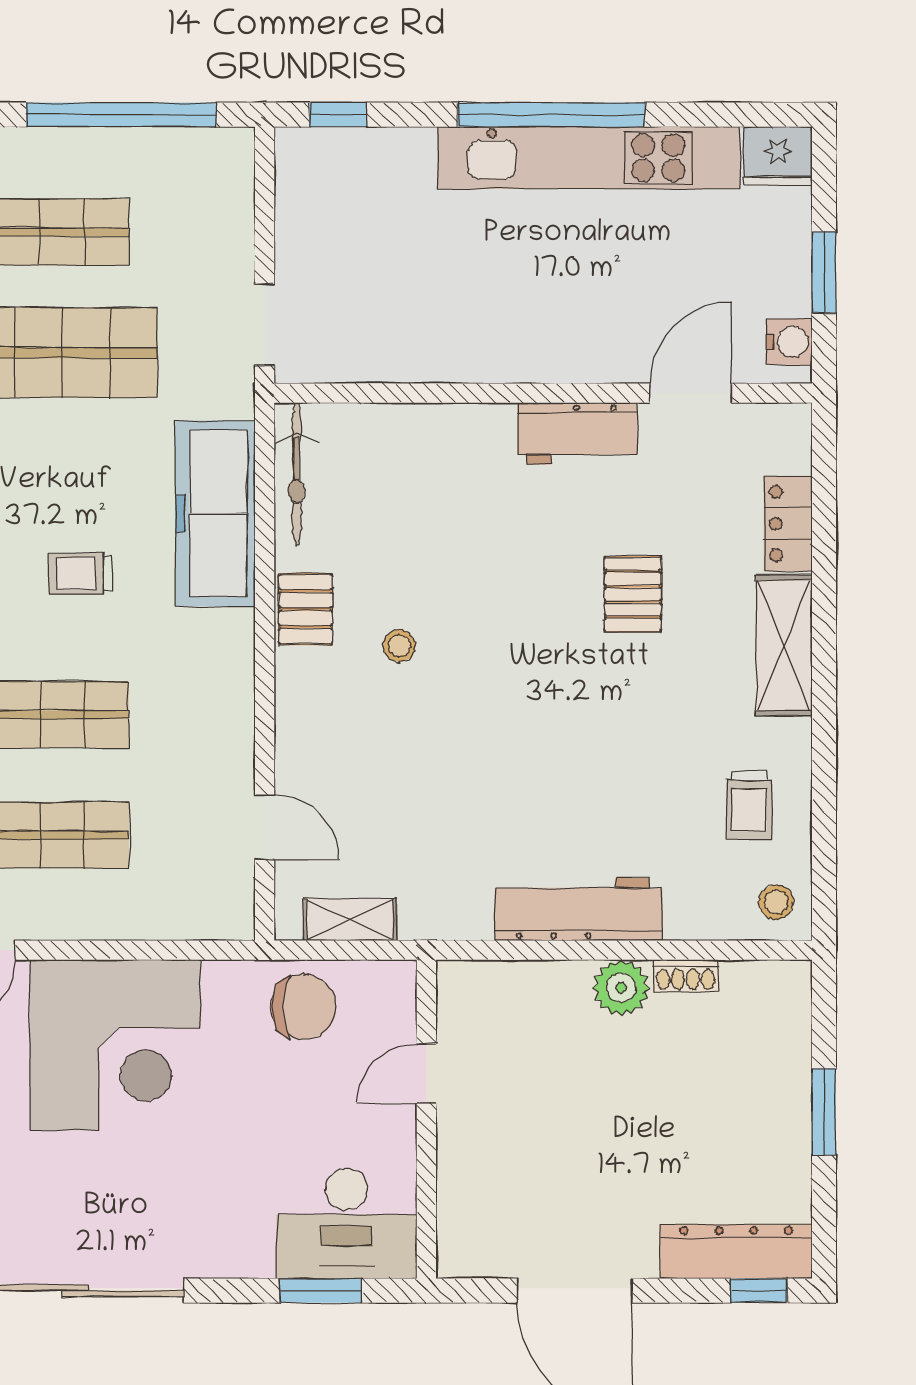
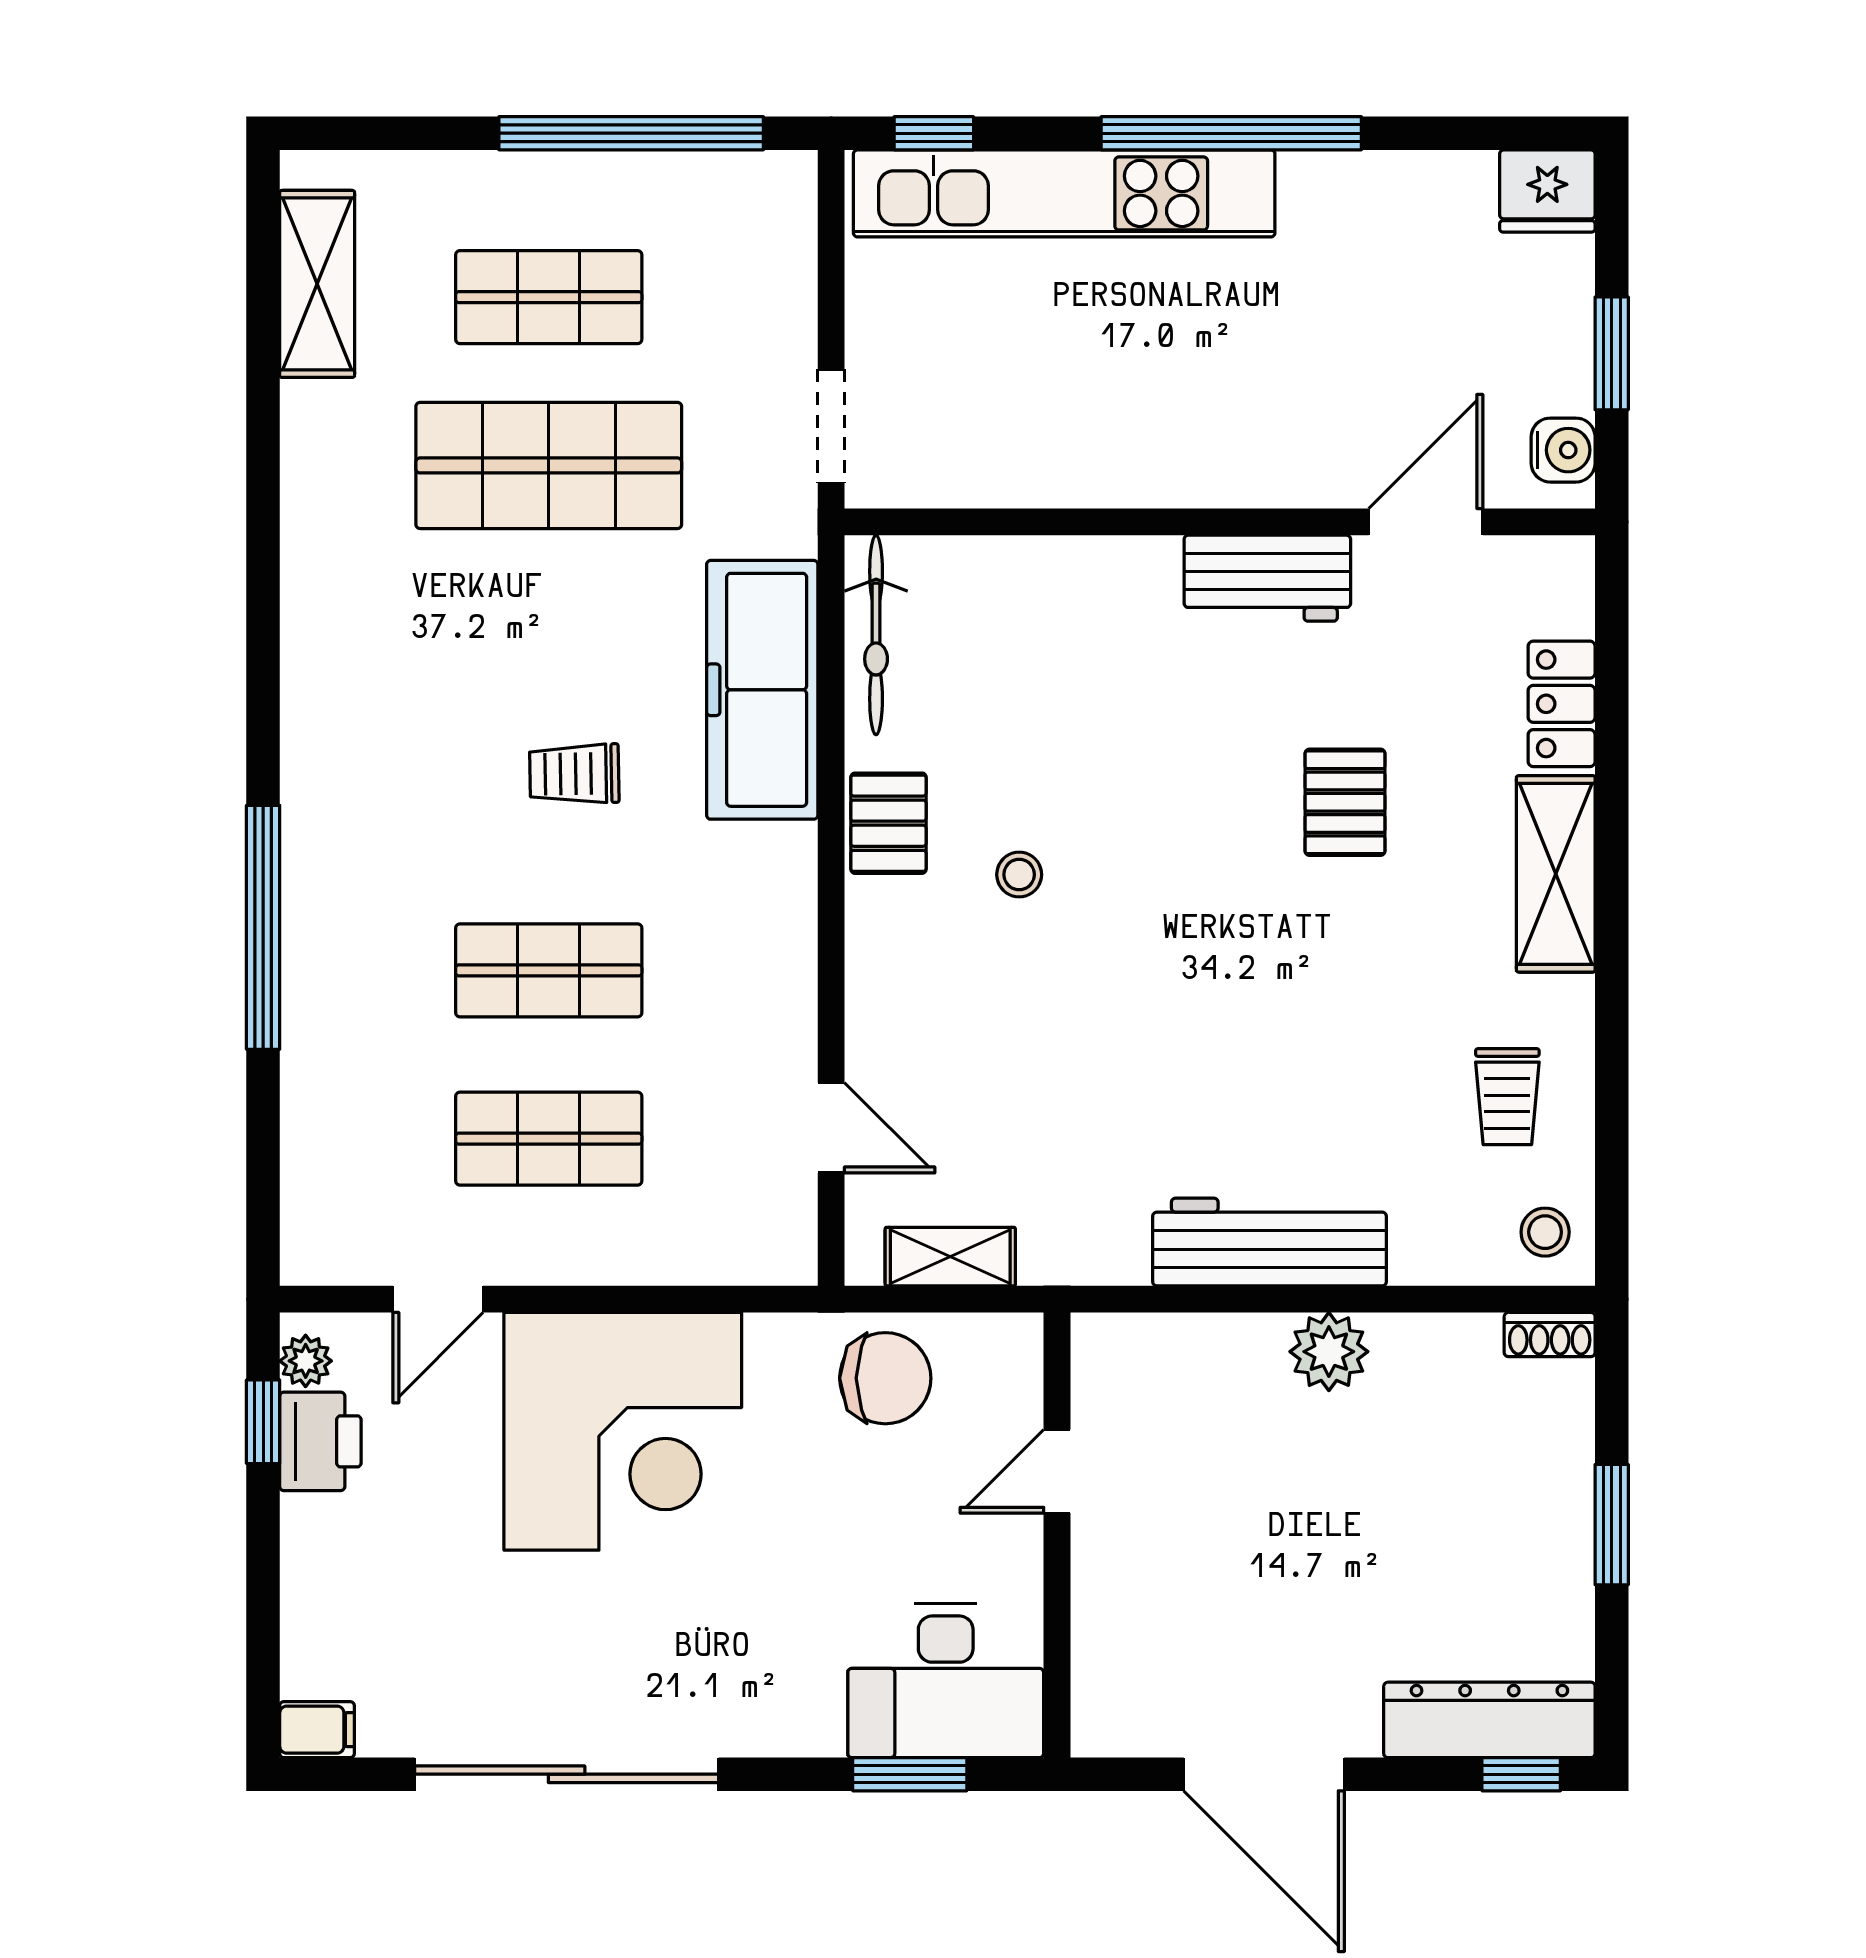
kitchen unit: (589, 158) -> (1064, 193), moved
shoe rack: (686, 976) -> (1550, 1335), moved

